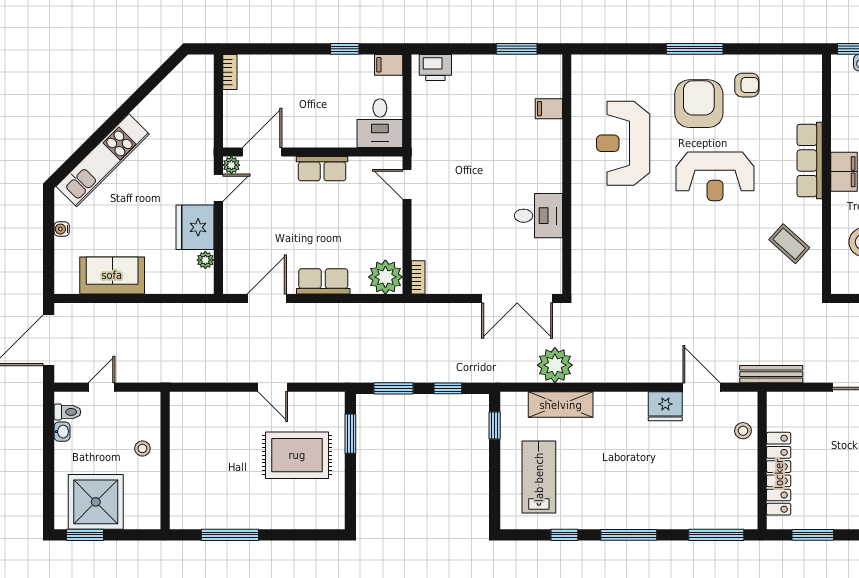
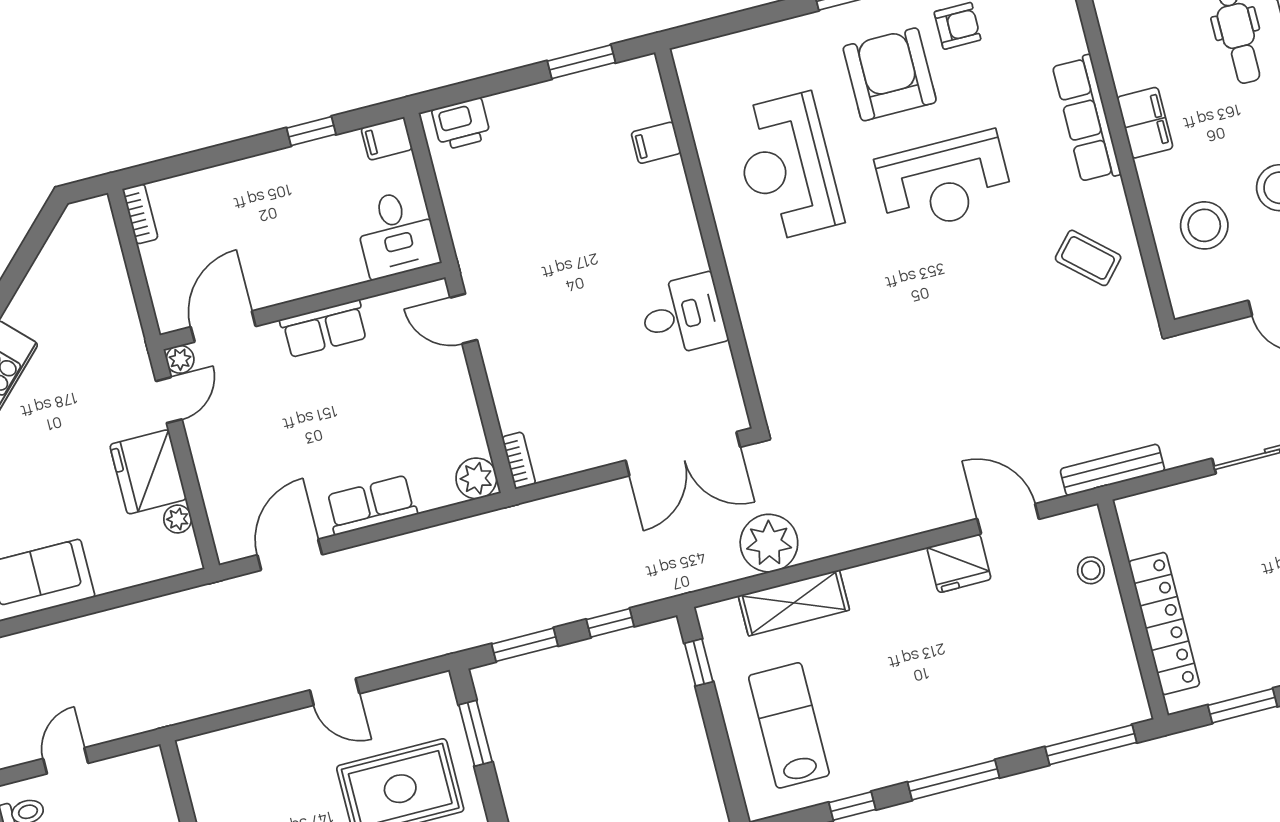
plant: (385, 277) -> (476, 478), width x0.73, depth x0.73

